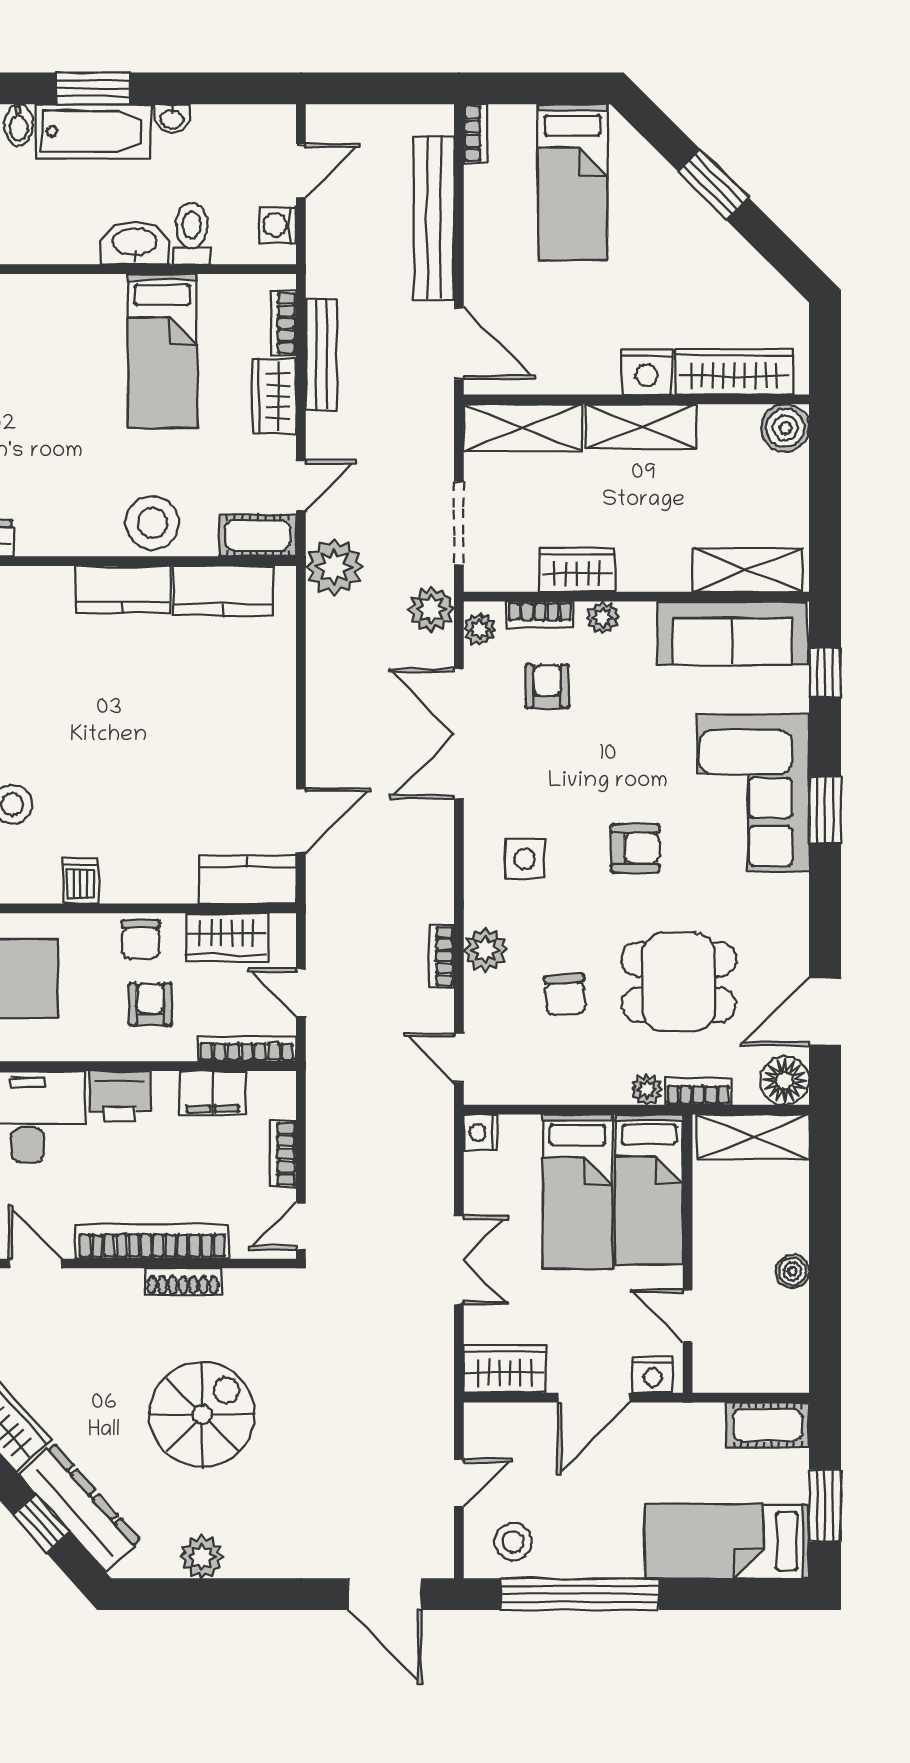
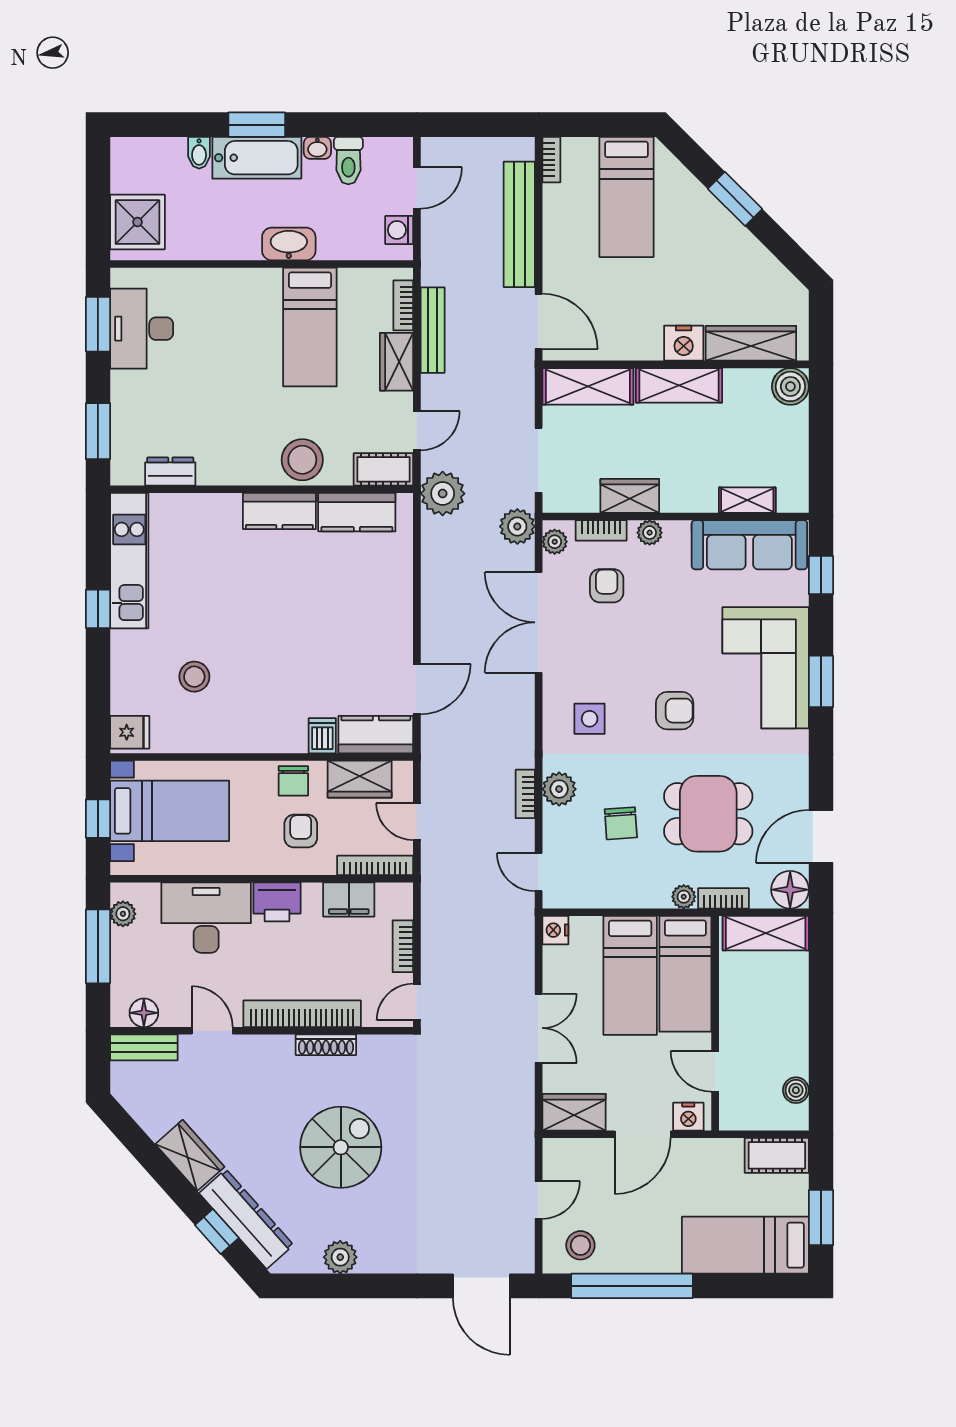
toilet: (191, 234) -> (348, 161), moved, turned 180
shelving: (748, 570) -> (747, 500), width x0.67, depth x0.75
dishwasher: (81, 881) -> (322, 736), moved
boiler: (792, 1271) -> (796, 1090), moved

